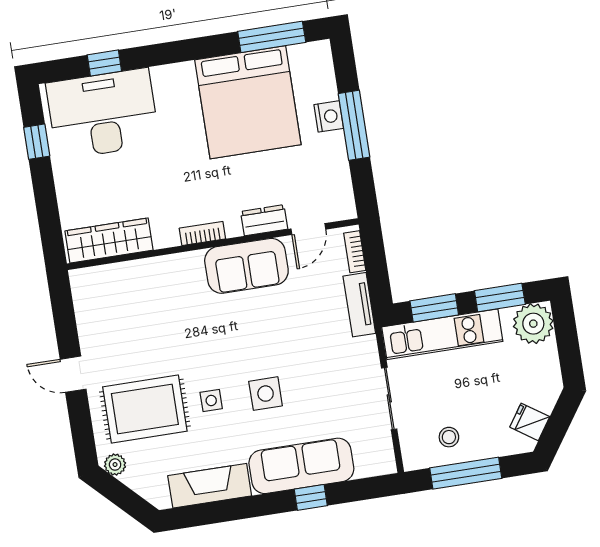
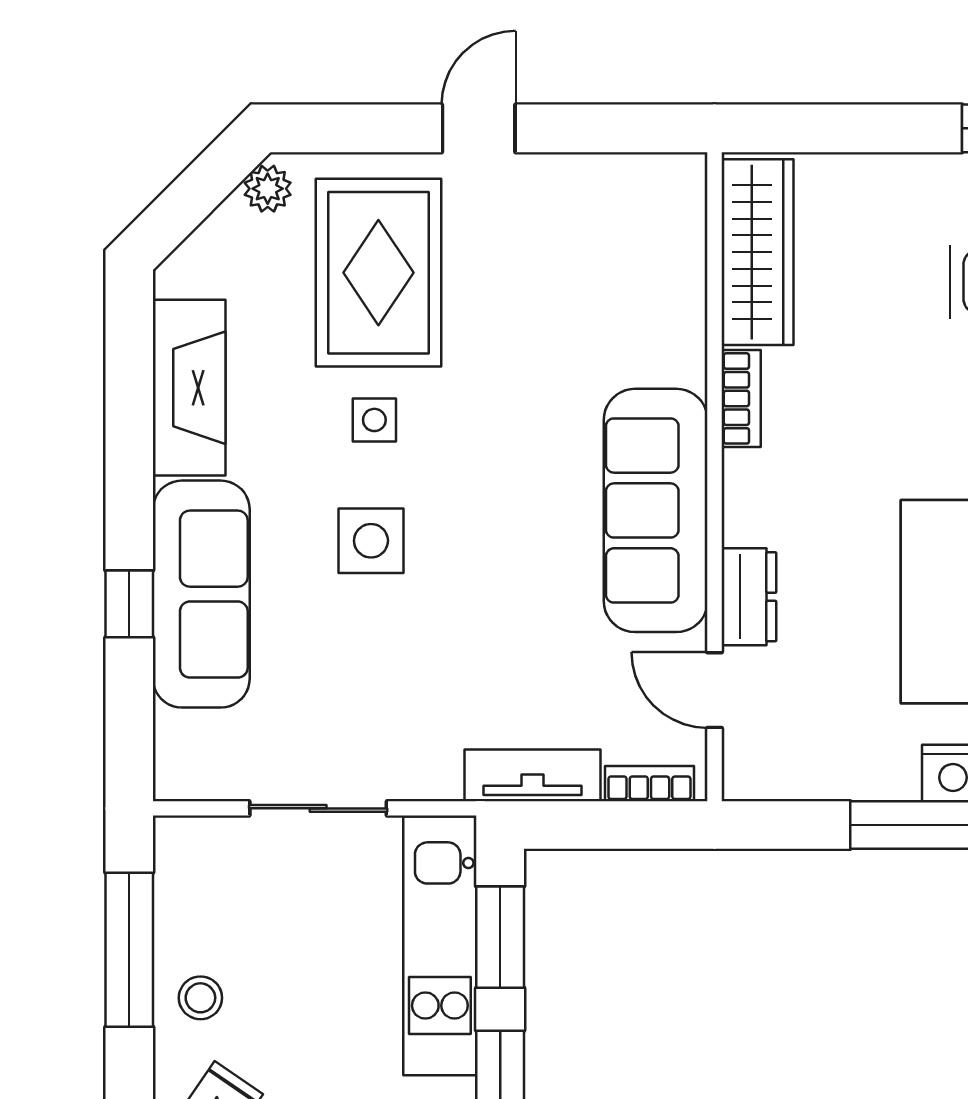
bookcase: (202, 233) -> (741, 398), moved
sofa: (246, 266) -> (656, 510), width x1.36
stool: (449, 437) -> (200, 998), moved

